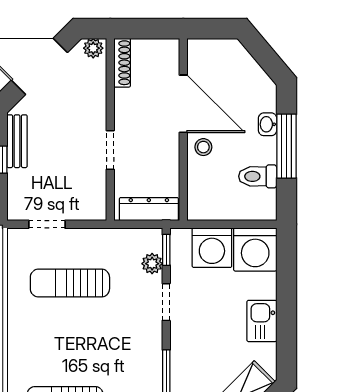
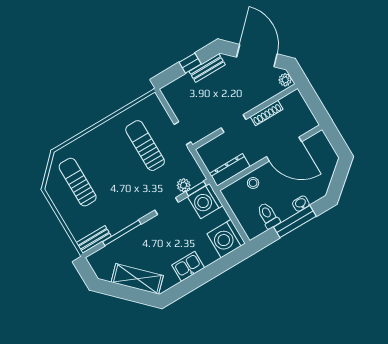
shoe rack: (122, 63) -> (267, 113), moved
door: (183, 104) -> (284, 149), hinge flipped
stool: (203, 147) -> (253, 183), moved
dresser: (149, 209) -> (230, 170), moved, turned -90
doorway: (47, 224) -> (183, 133), moved
washing machine: (212, 248) -> (205, 201), moved

